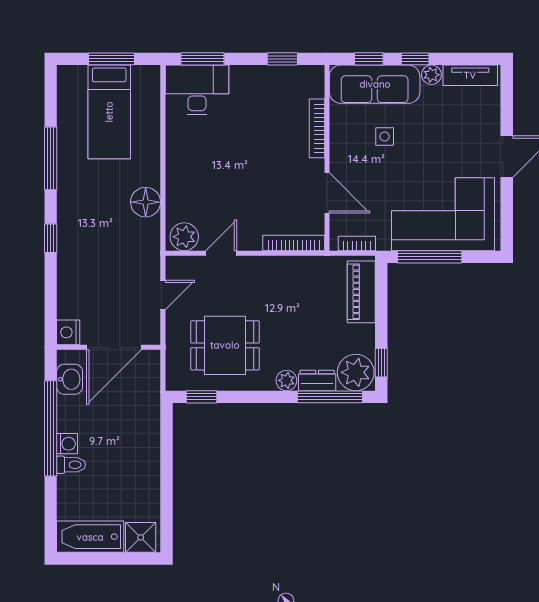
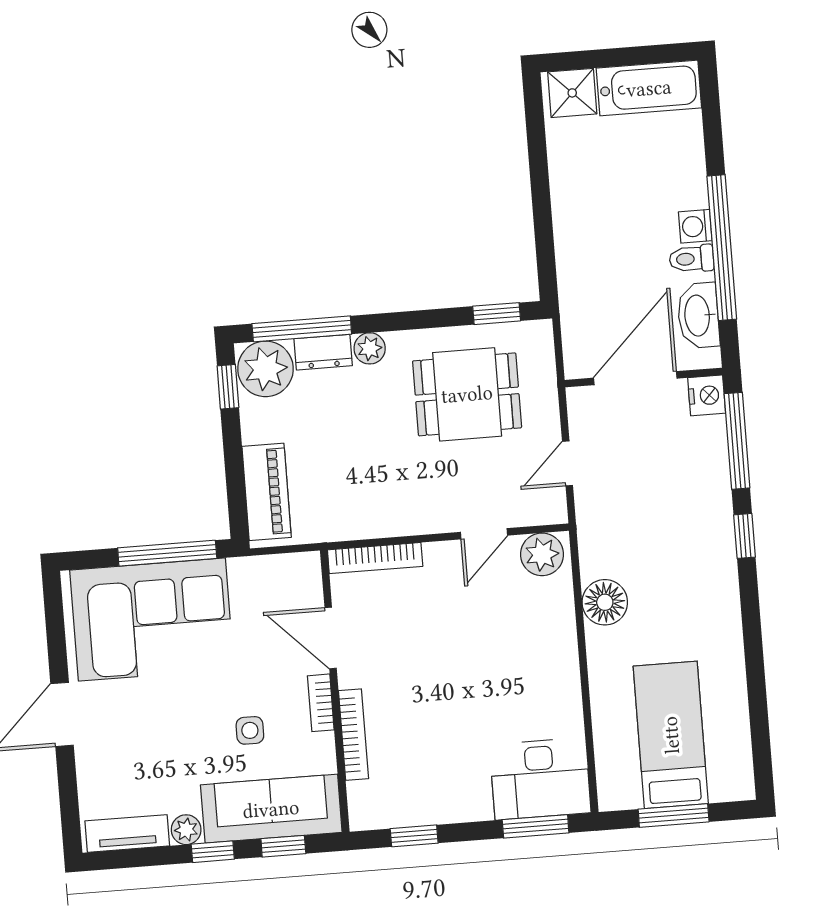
window: (51, 158) -> (737, 441), moved
bookcase: (357, 243) -> (321, 703), moved, turned 90
washbasin: (70, 379) -> (698, 315), width x1.38
toilet: (71, 465) -> (691, 259), moved

